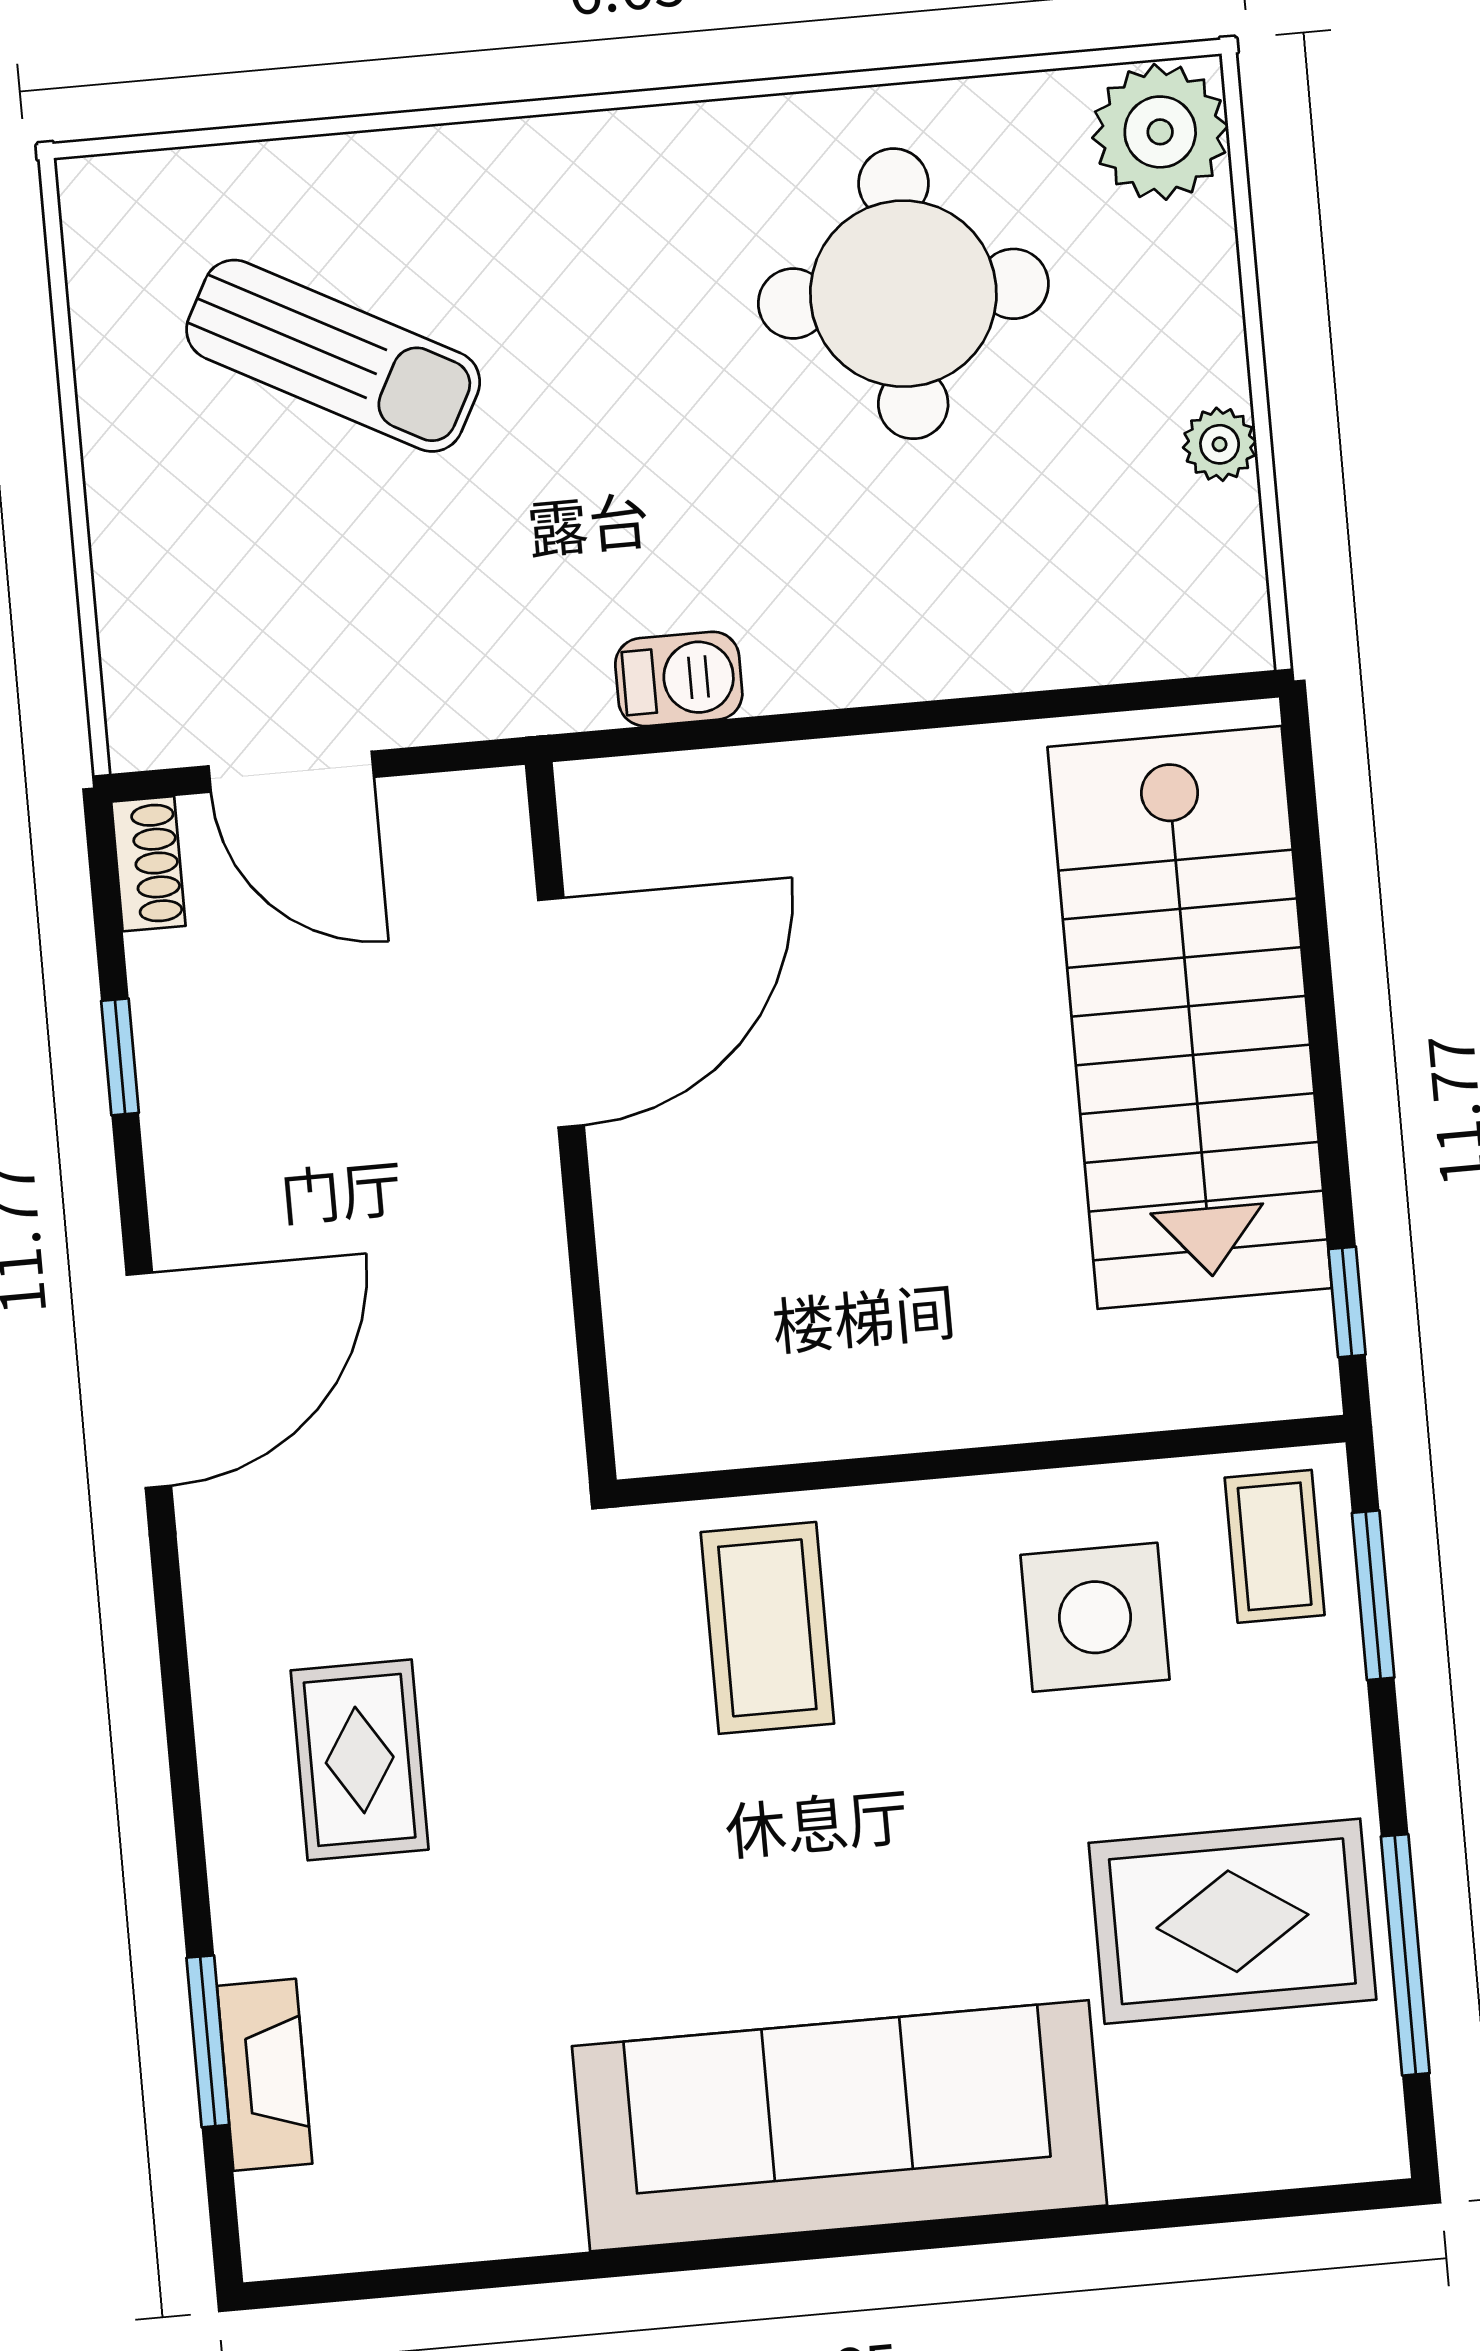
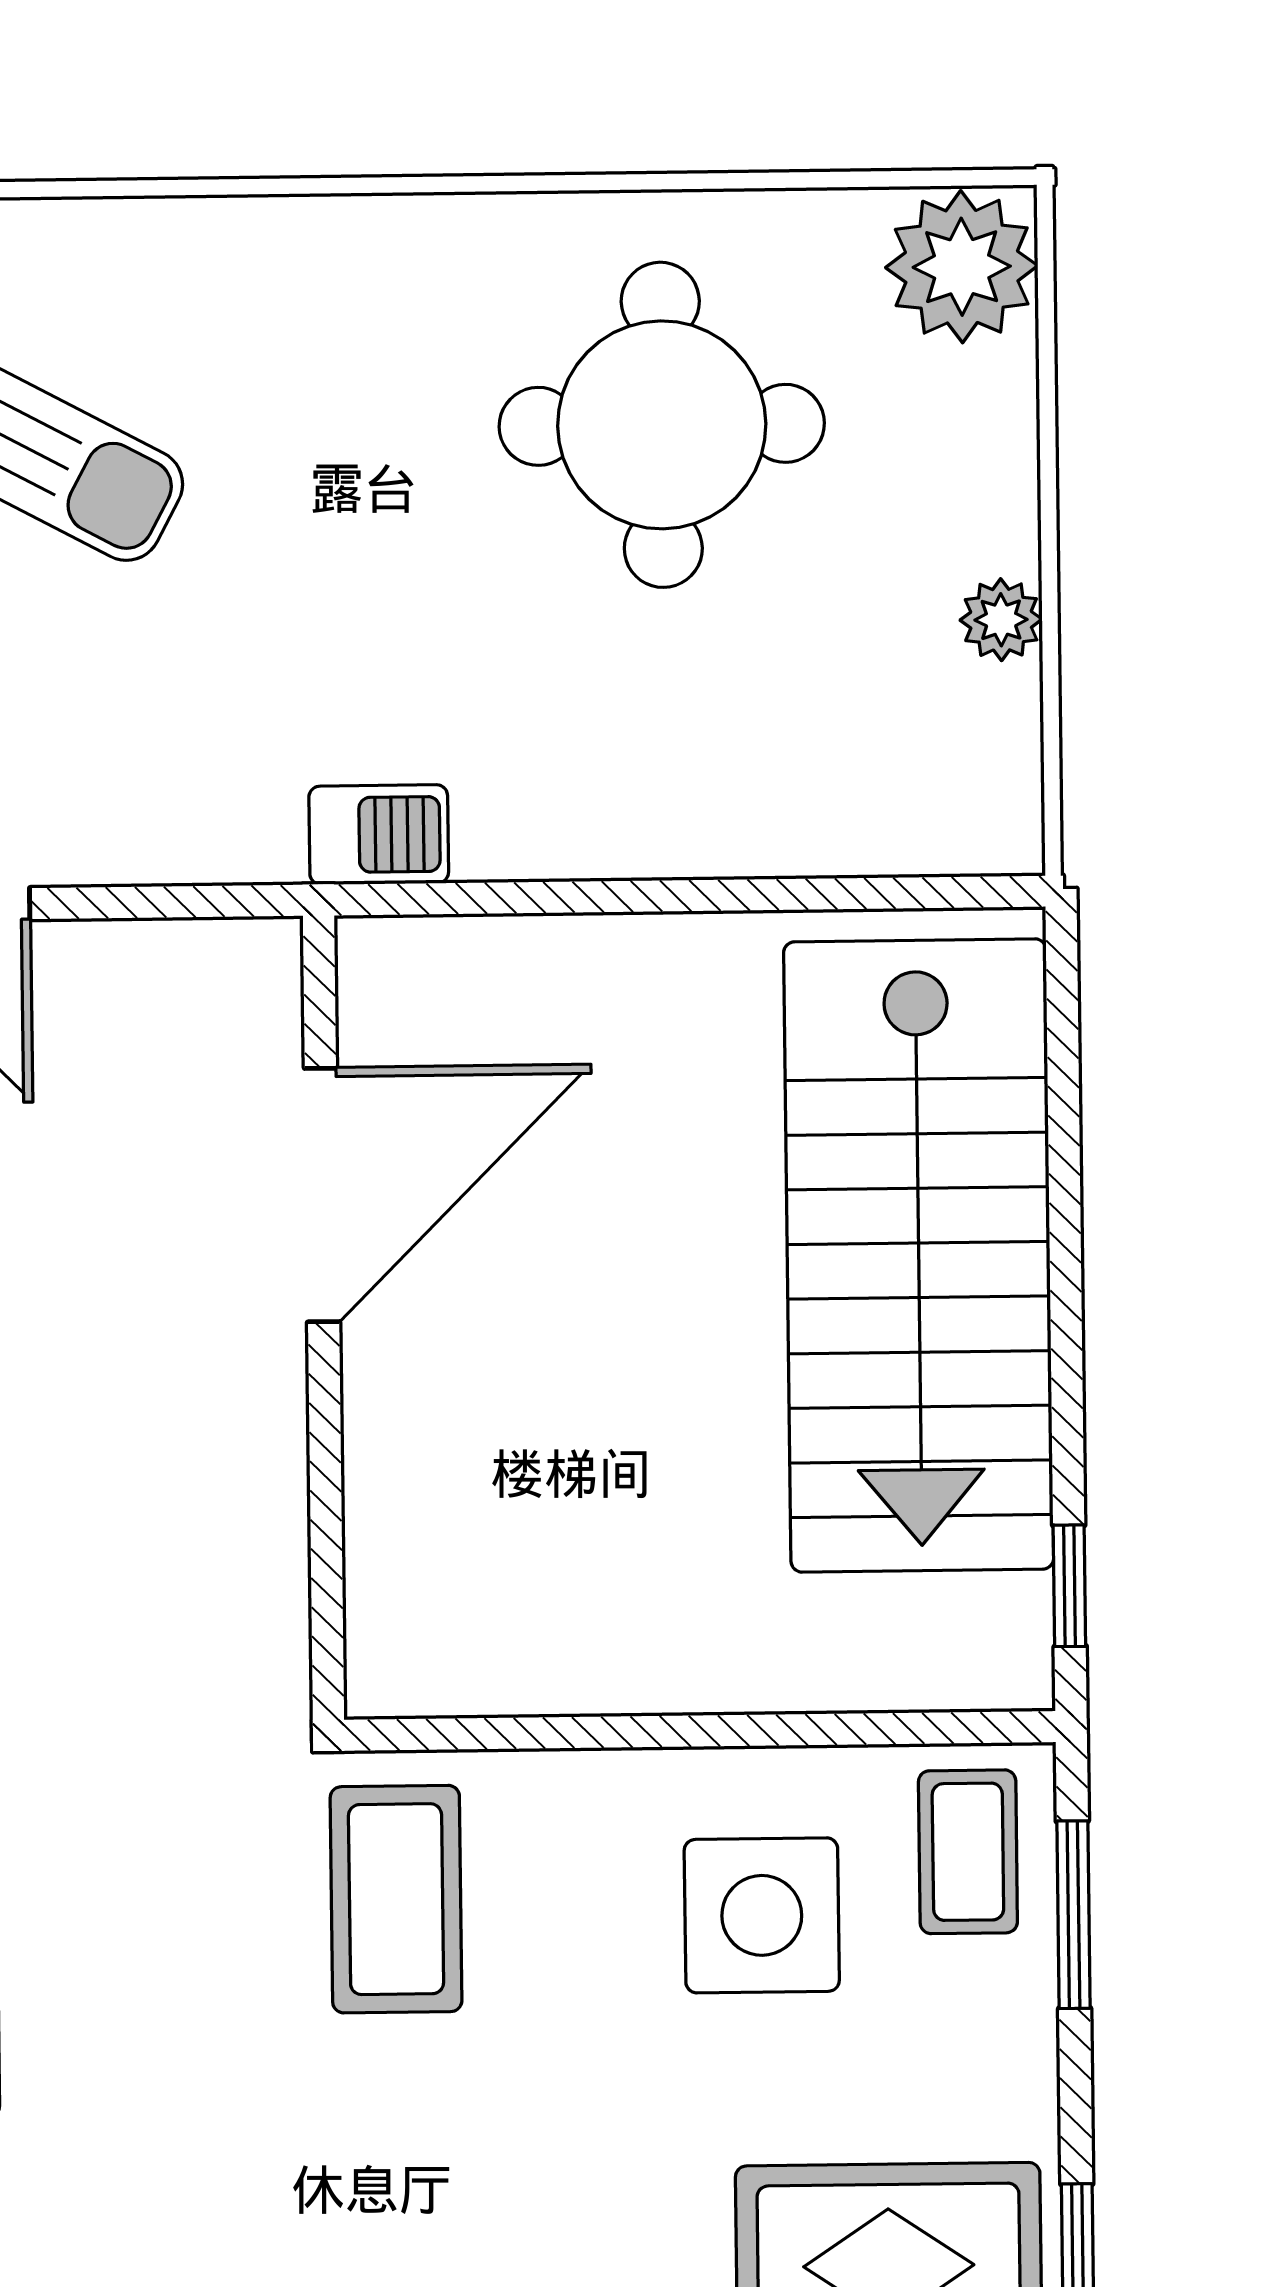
door: (561, 1013) -> (322, 1195), moved
wall: (571, 1122) -> (323, 1318), moved

